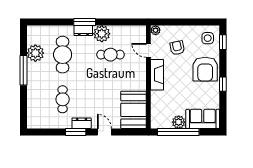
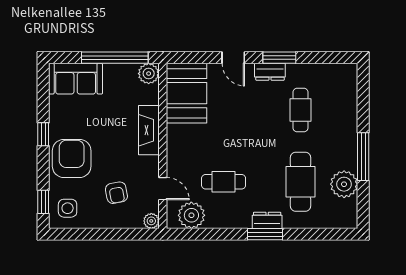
plant: (102, 34) -> (191, 215), moved
fireplace: (157, 75) -> (149, 130), moved
plant: (179, 122) -> (149, 74), moved

